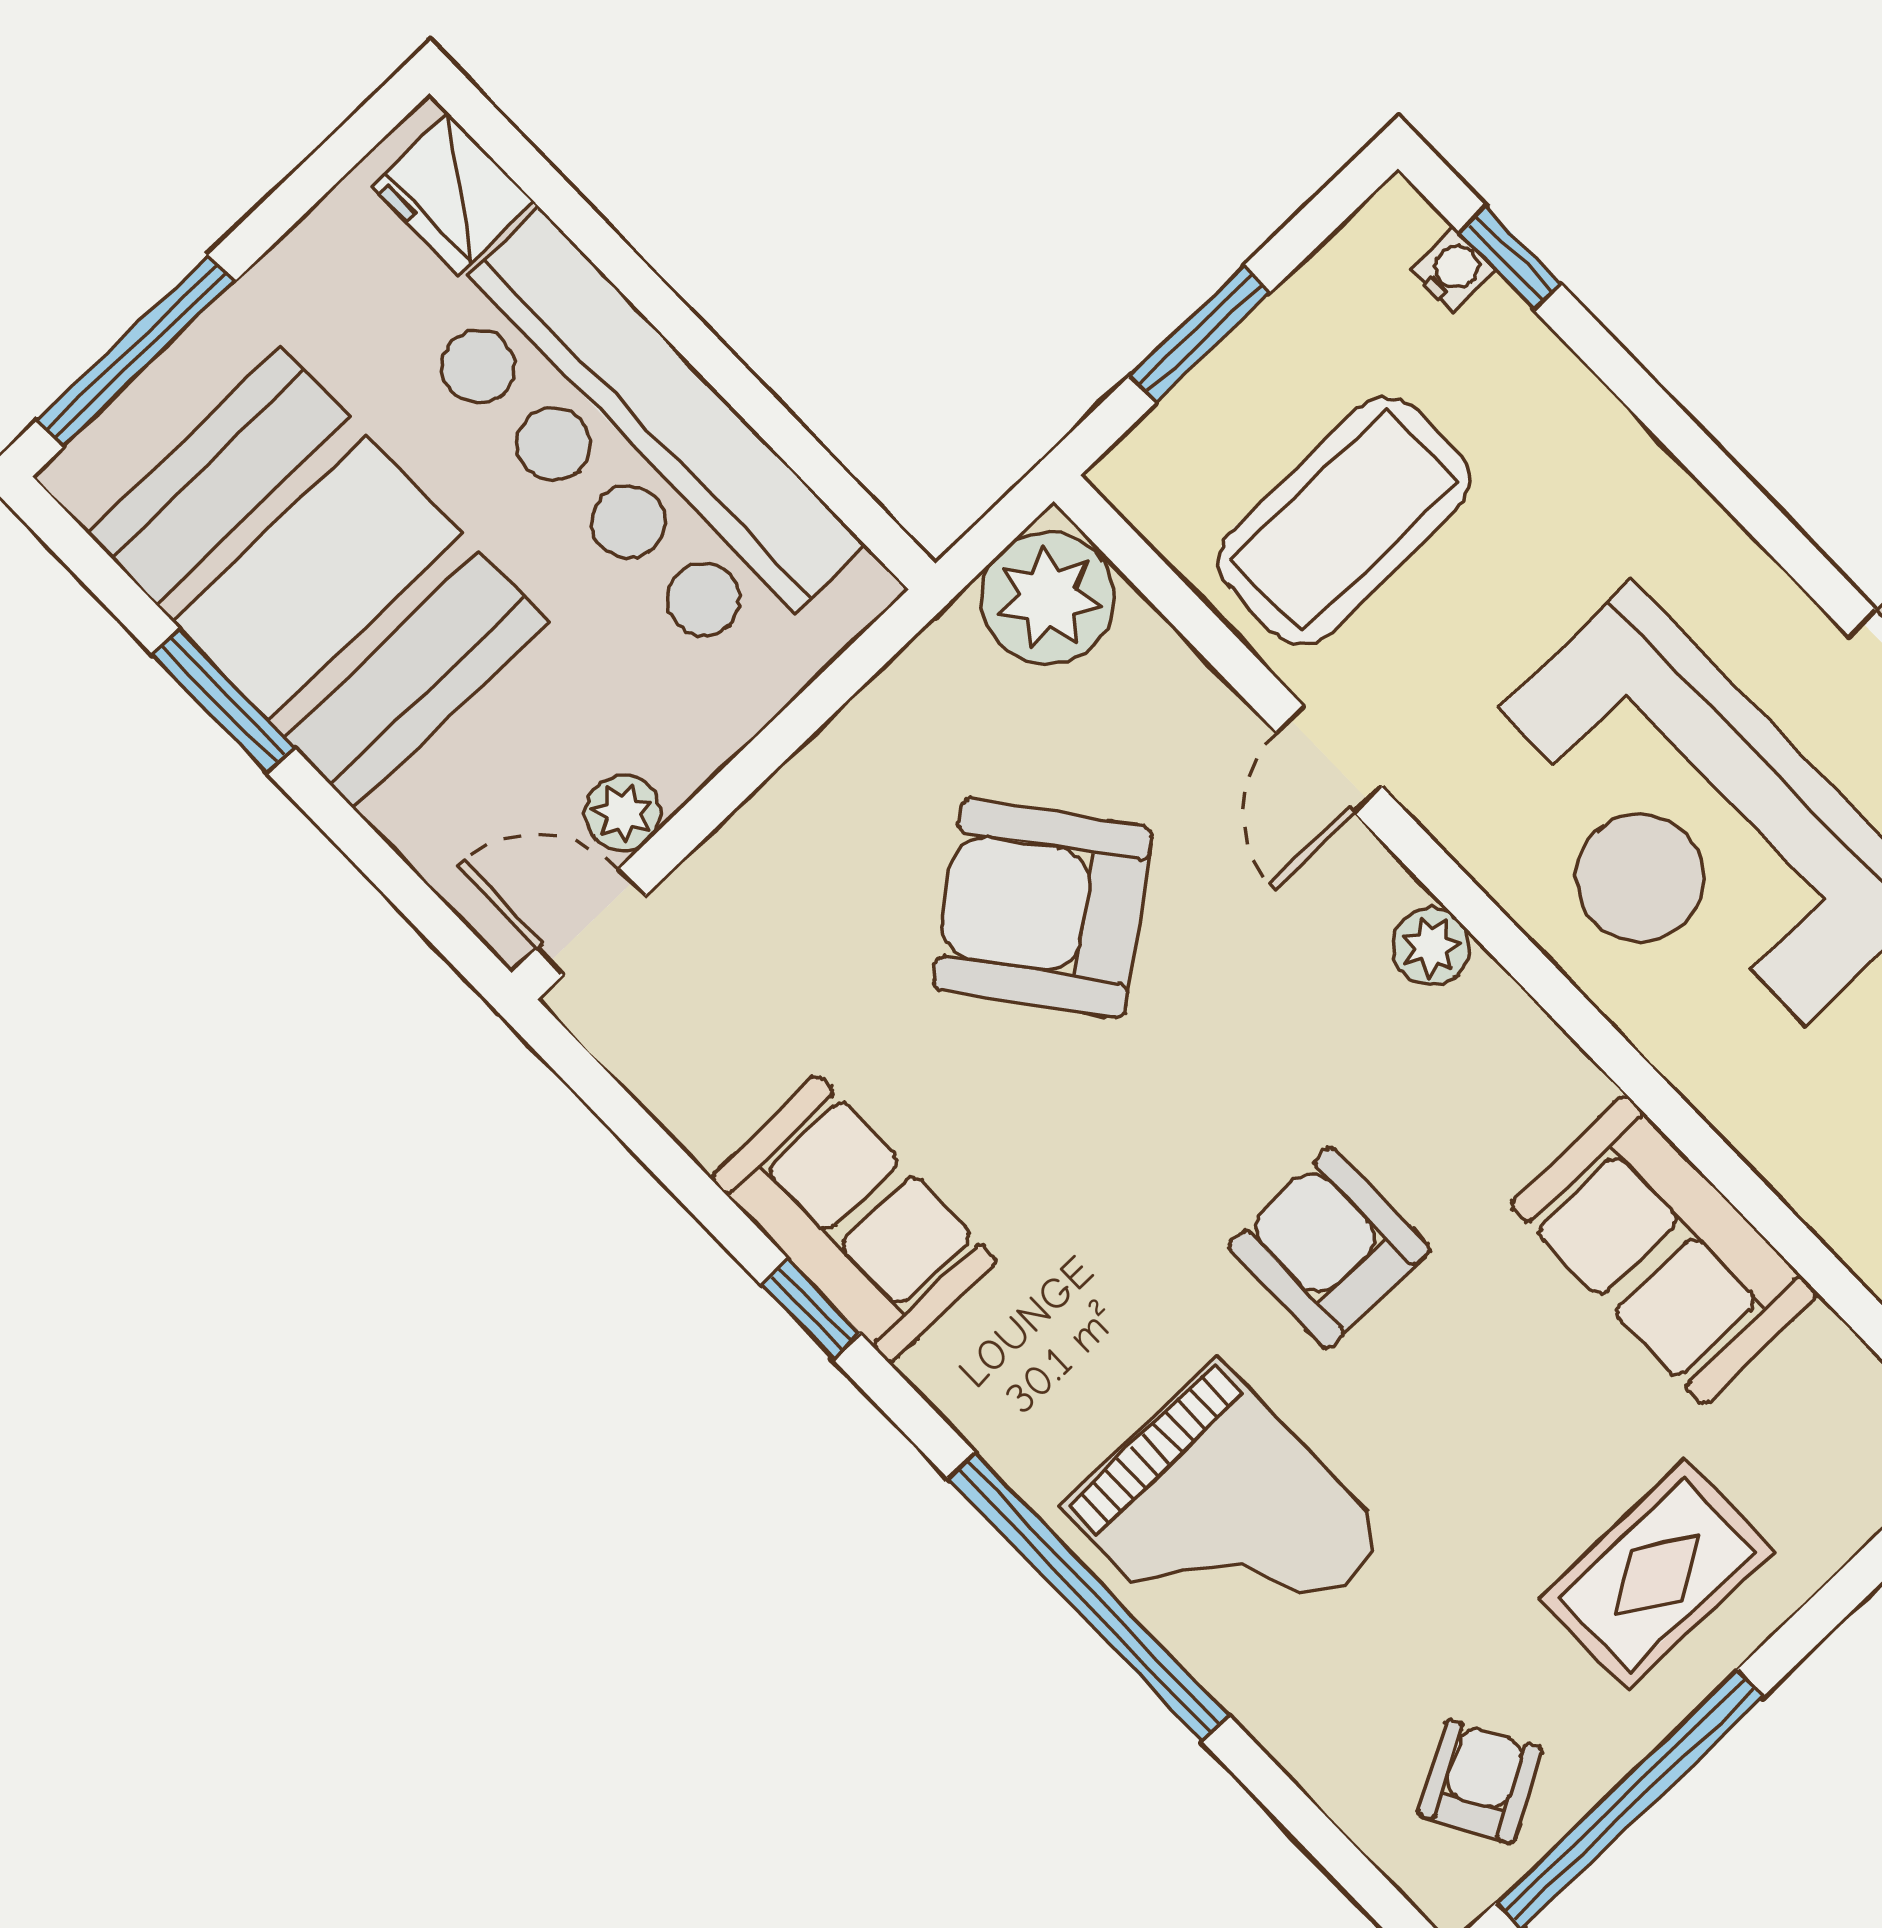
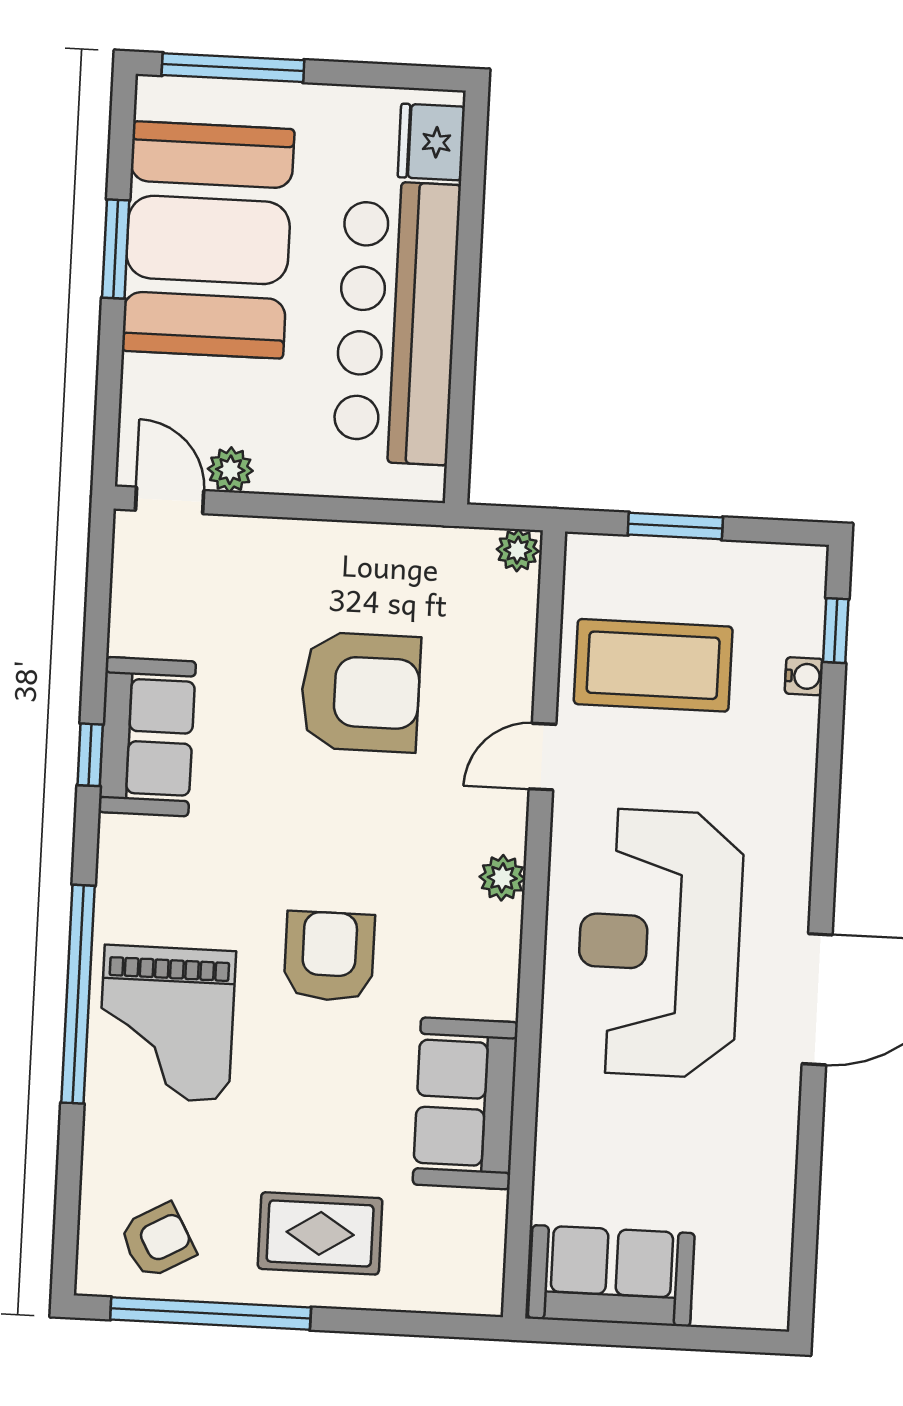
water cooler: (1453, 270) -> (804, 676), moved
plant: (1048, 598) -> (518, 550), width x0.53, depth x0.53
armchair: (1043, 908) -> (360, 692), turned 127

